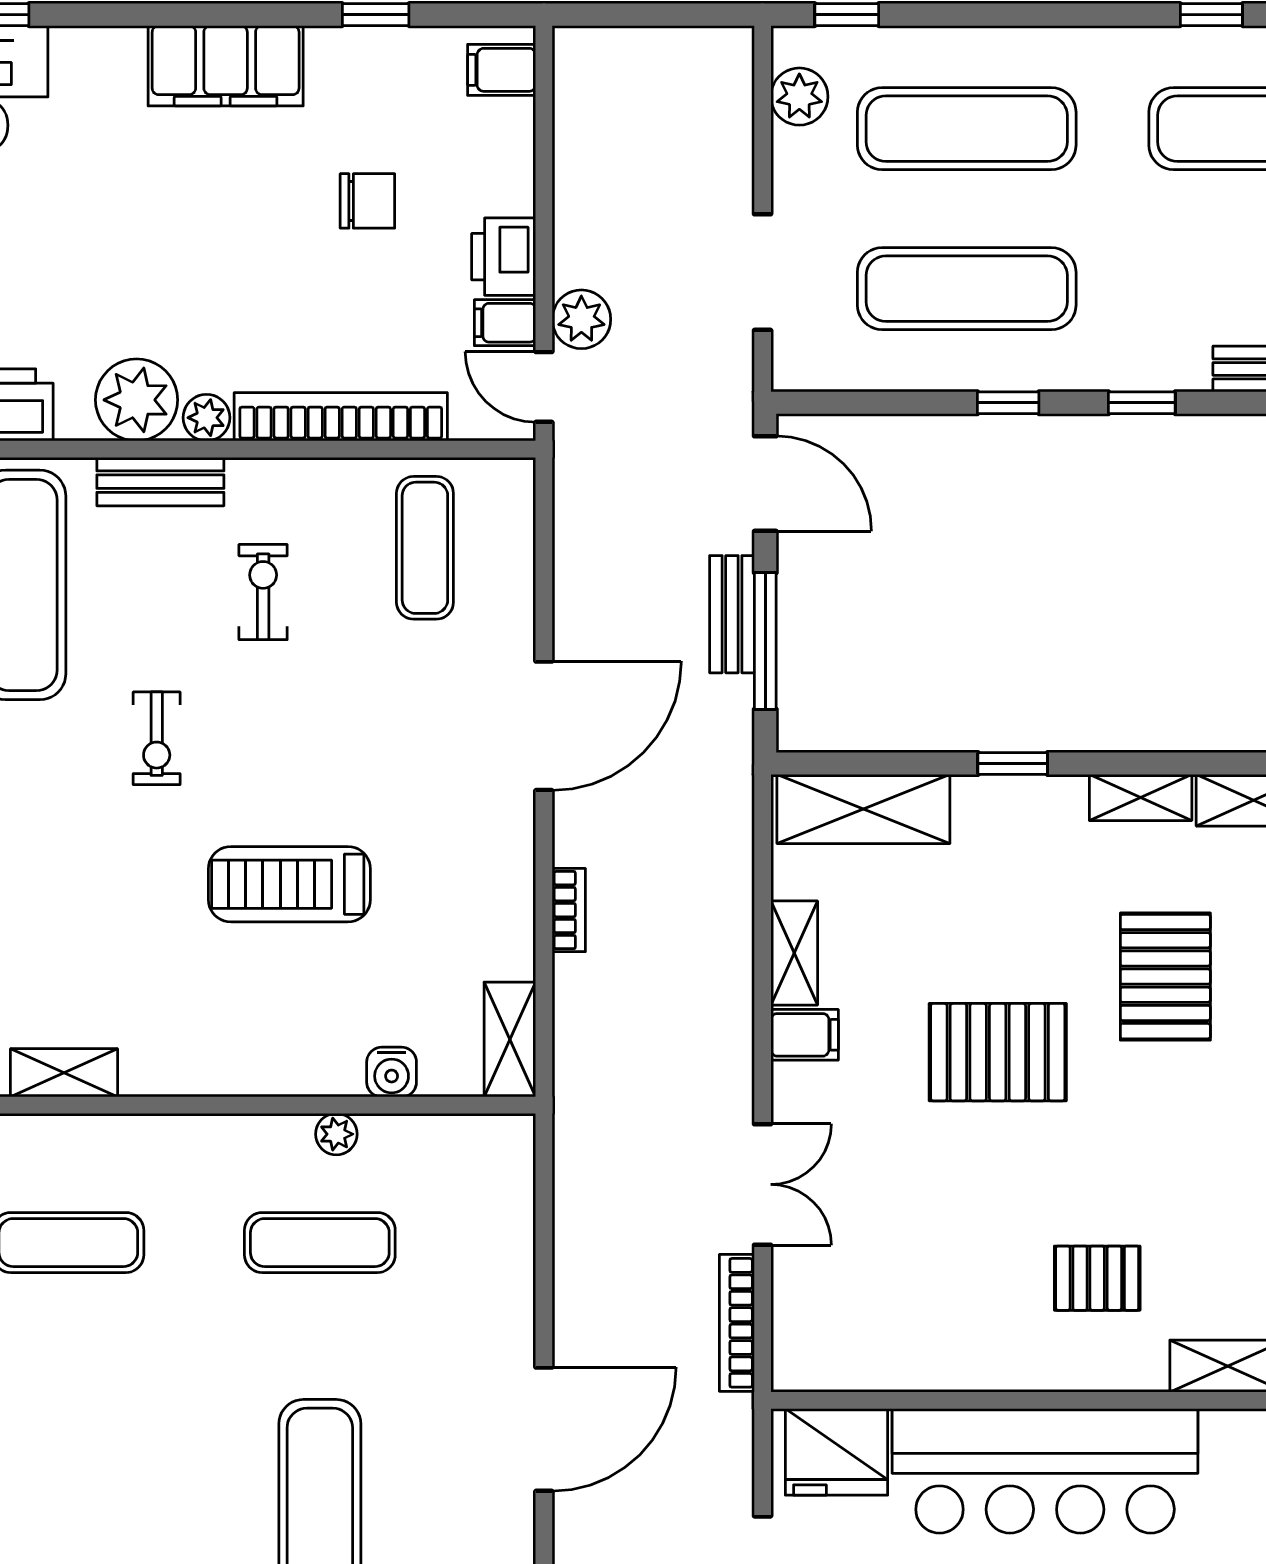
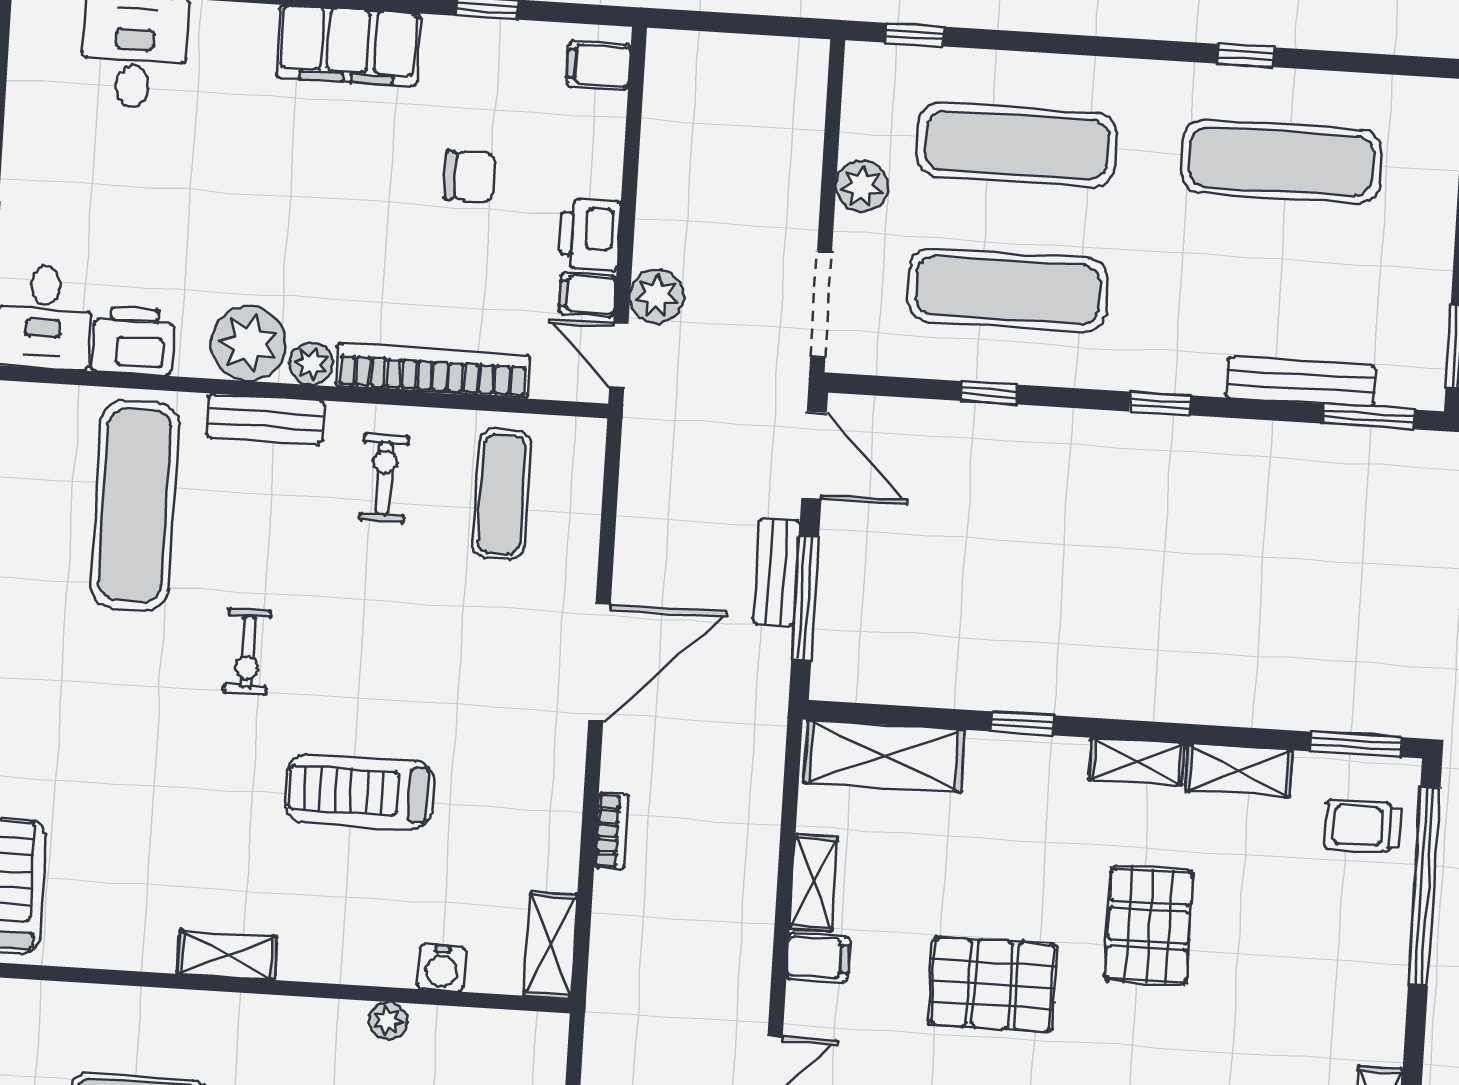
plant: (799, 97) -> (862, 186), moved
doorway: (763, 272) -> (821, 304), moved
window: (1008, 403) -> (989, 393), moved
exercise bike: (263, 592) -> (384, 478), moved
shelving: (64, 1073) -> (227, 955), moved

